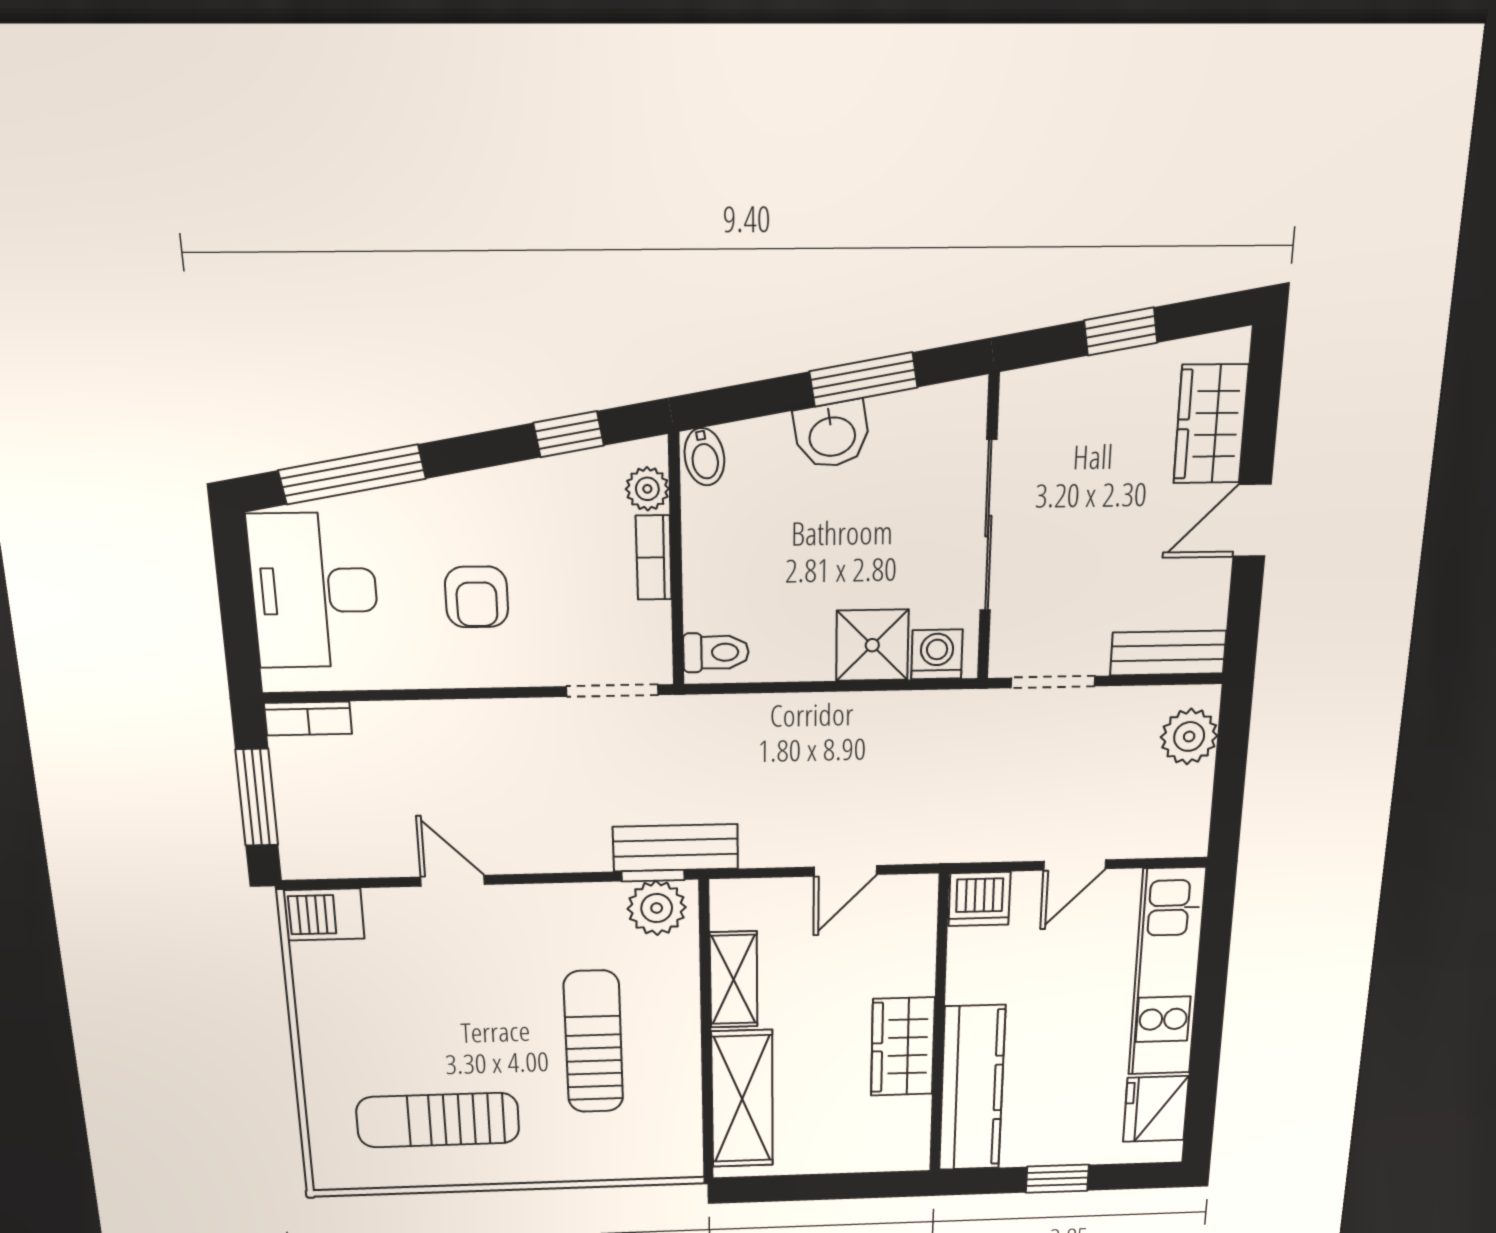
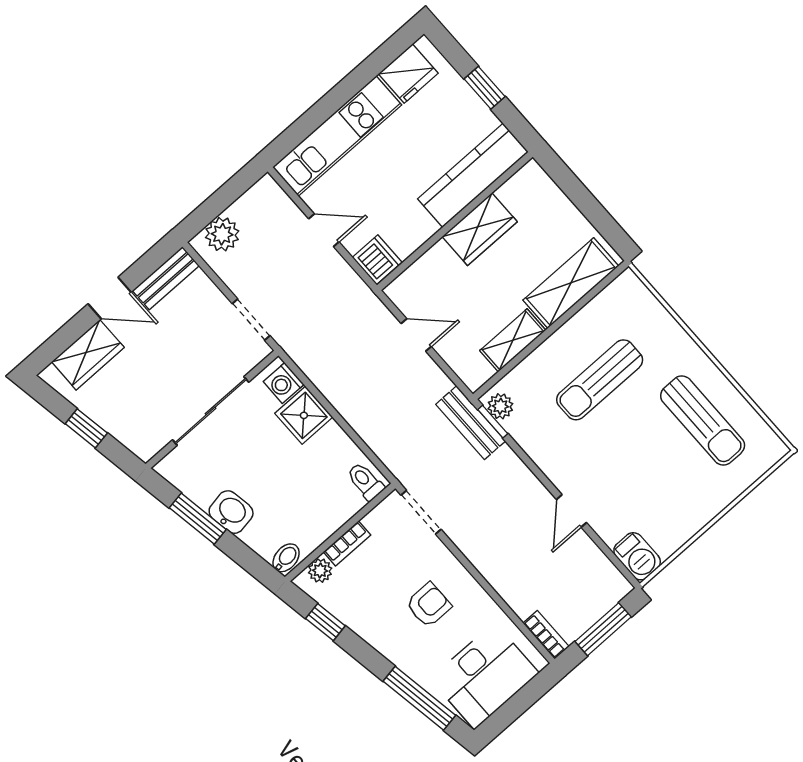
bench: (1168, 653) -> (166, 278), moved, turned 90
plant: (657, 908) -> (500, 406), width x0.73, depth x0.73

